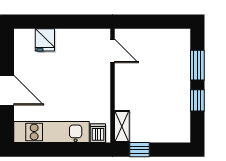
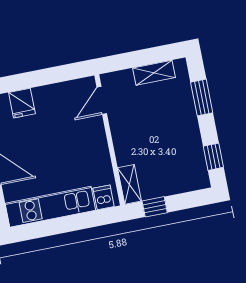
shelving: (161, 36) -> (154, 73), added
door: (113, 51) -> (102, 100), swing flipped
window: (197, 100) -> (213, 157), moved

